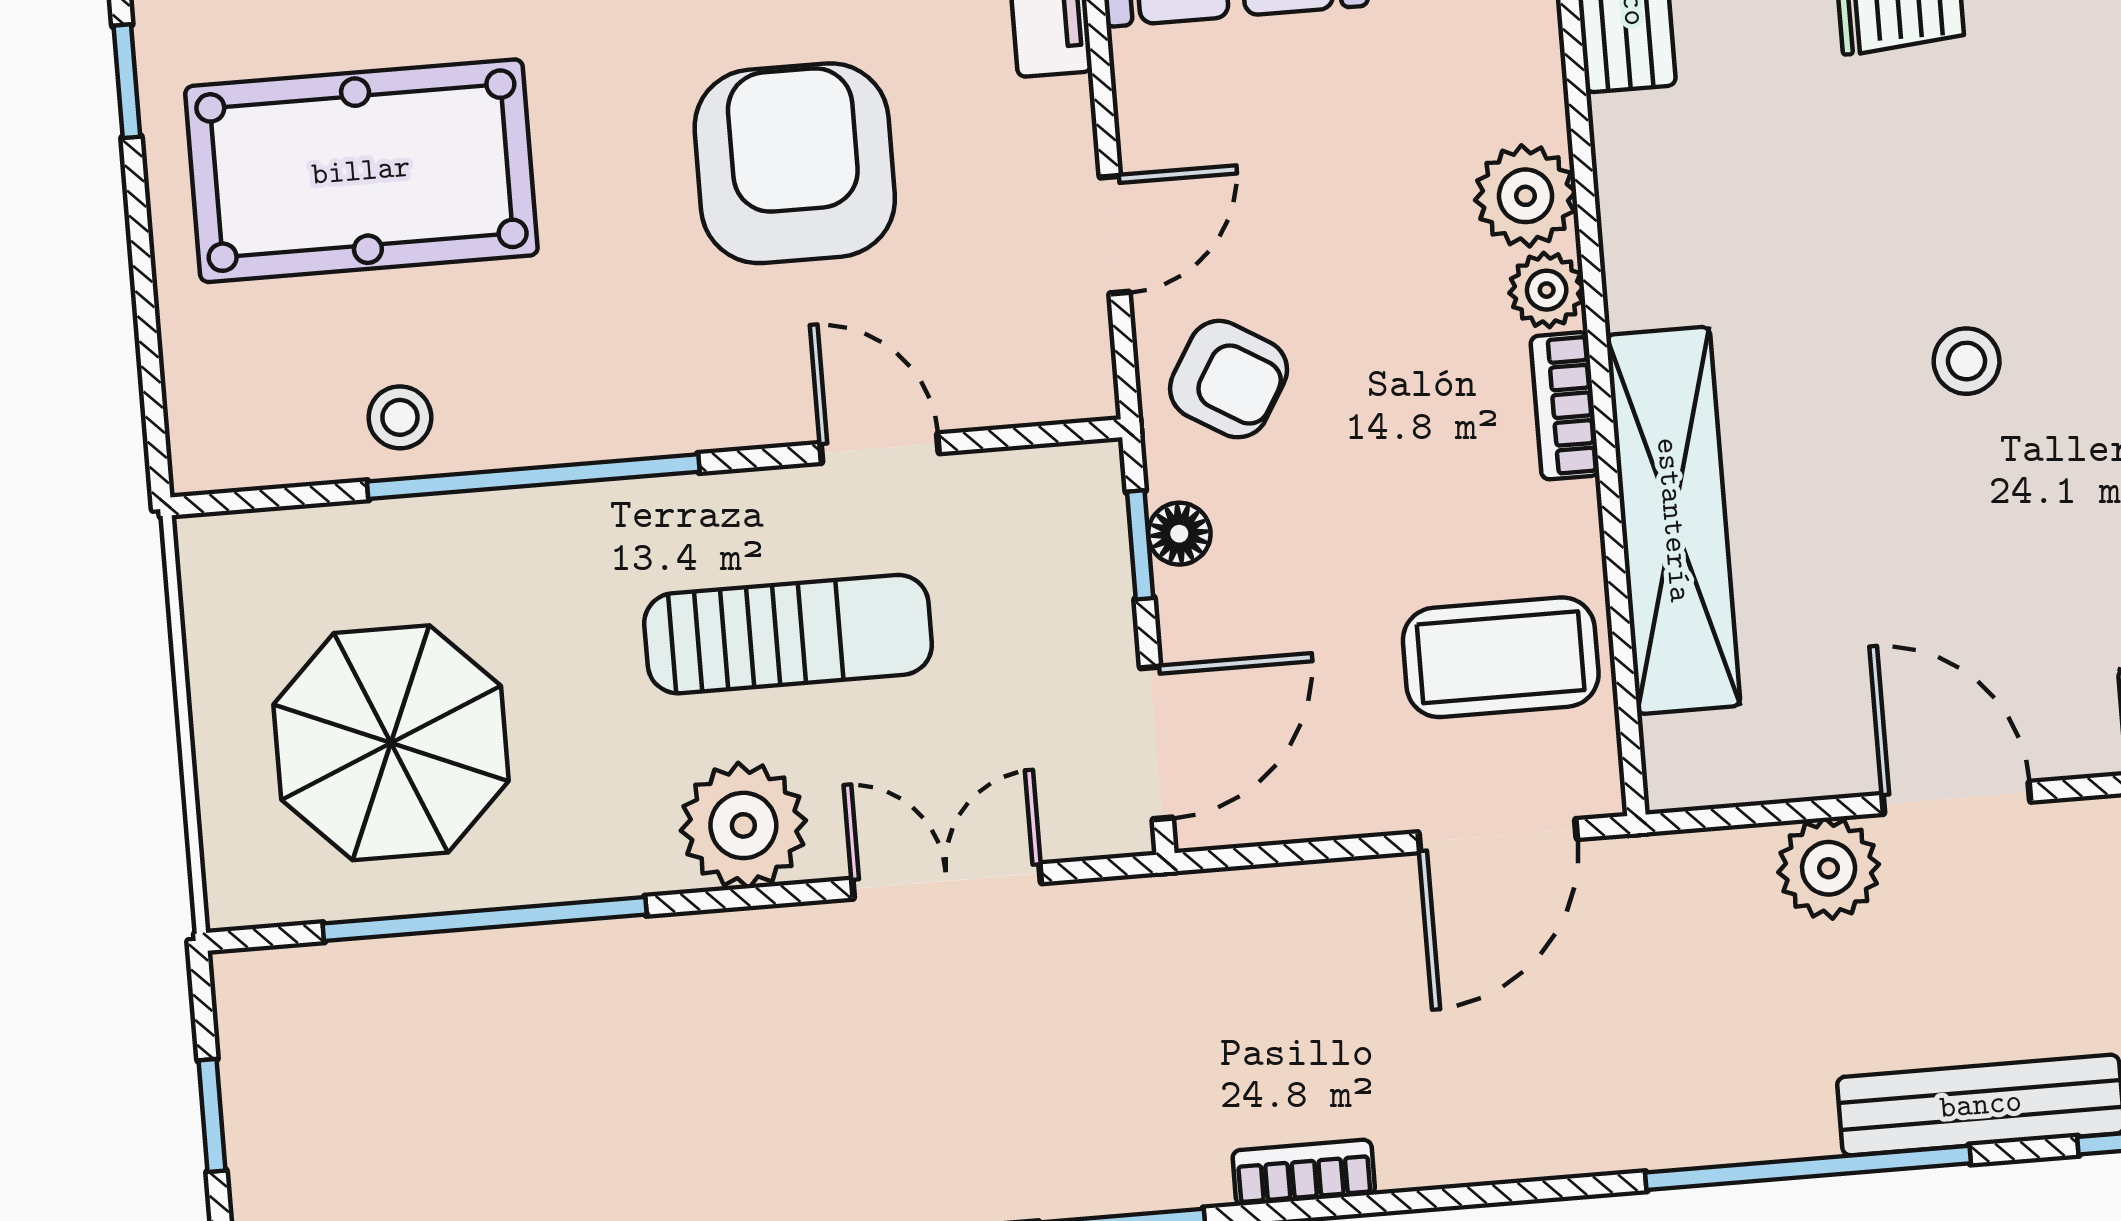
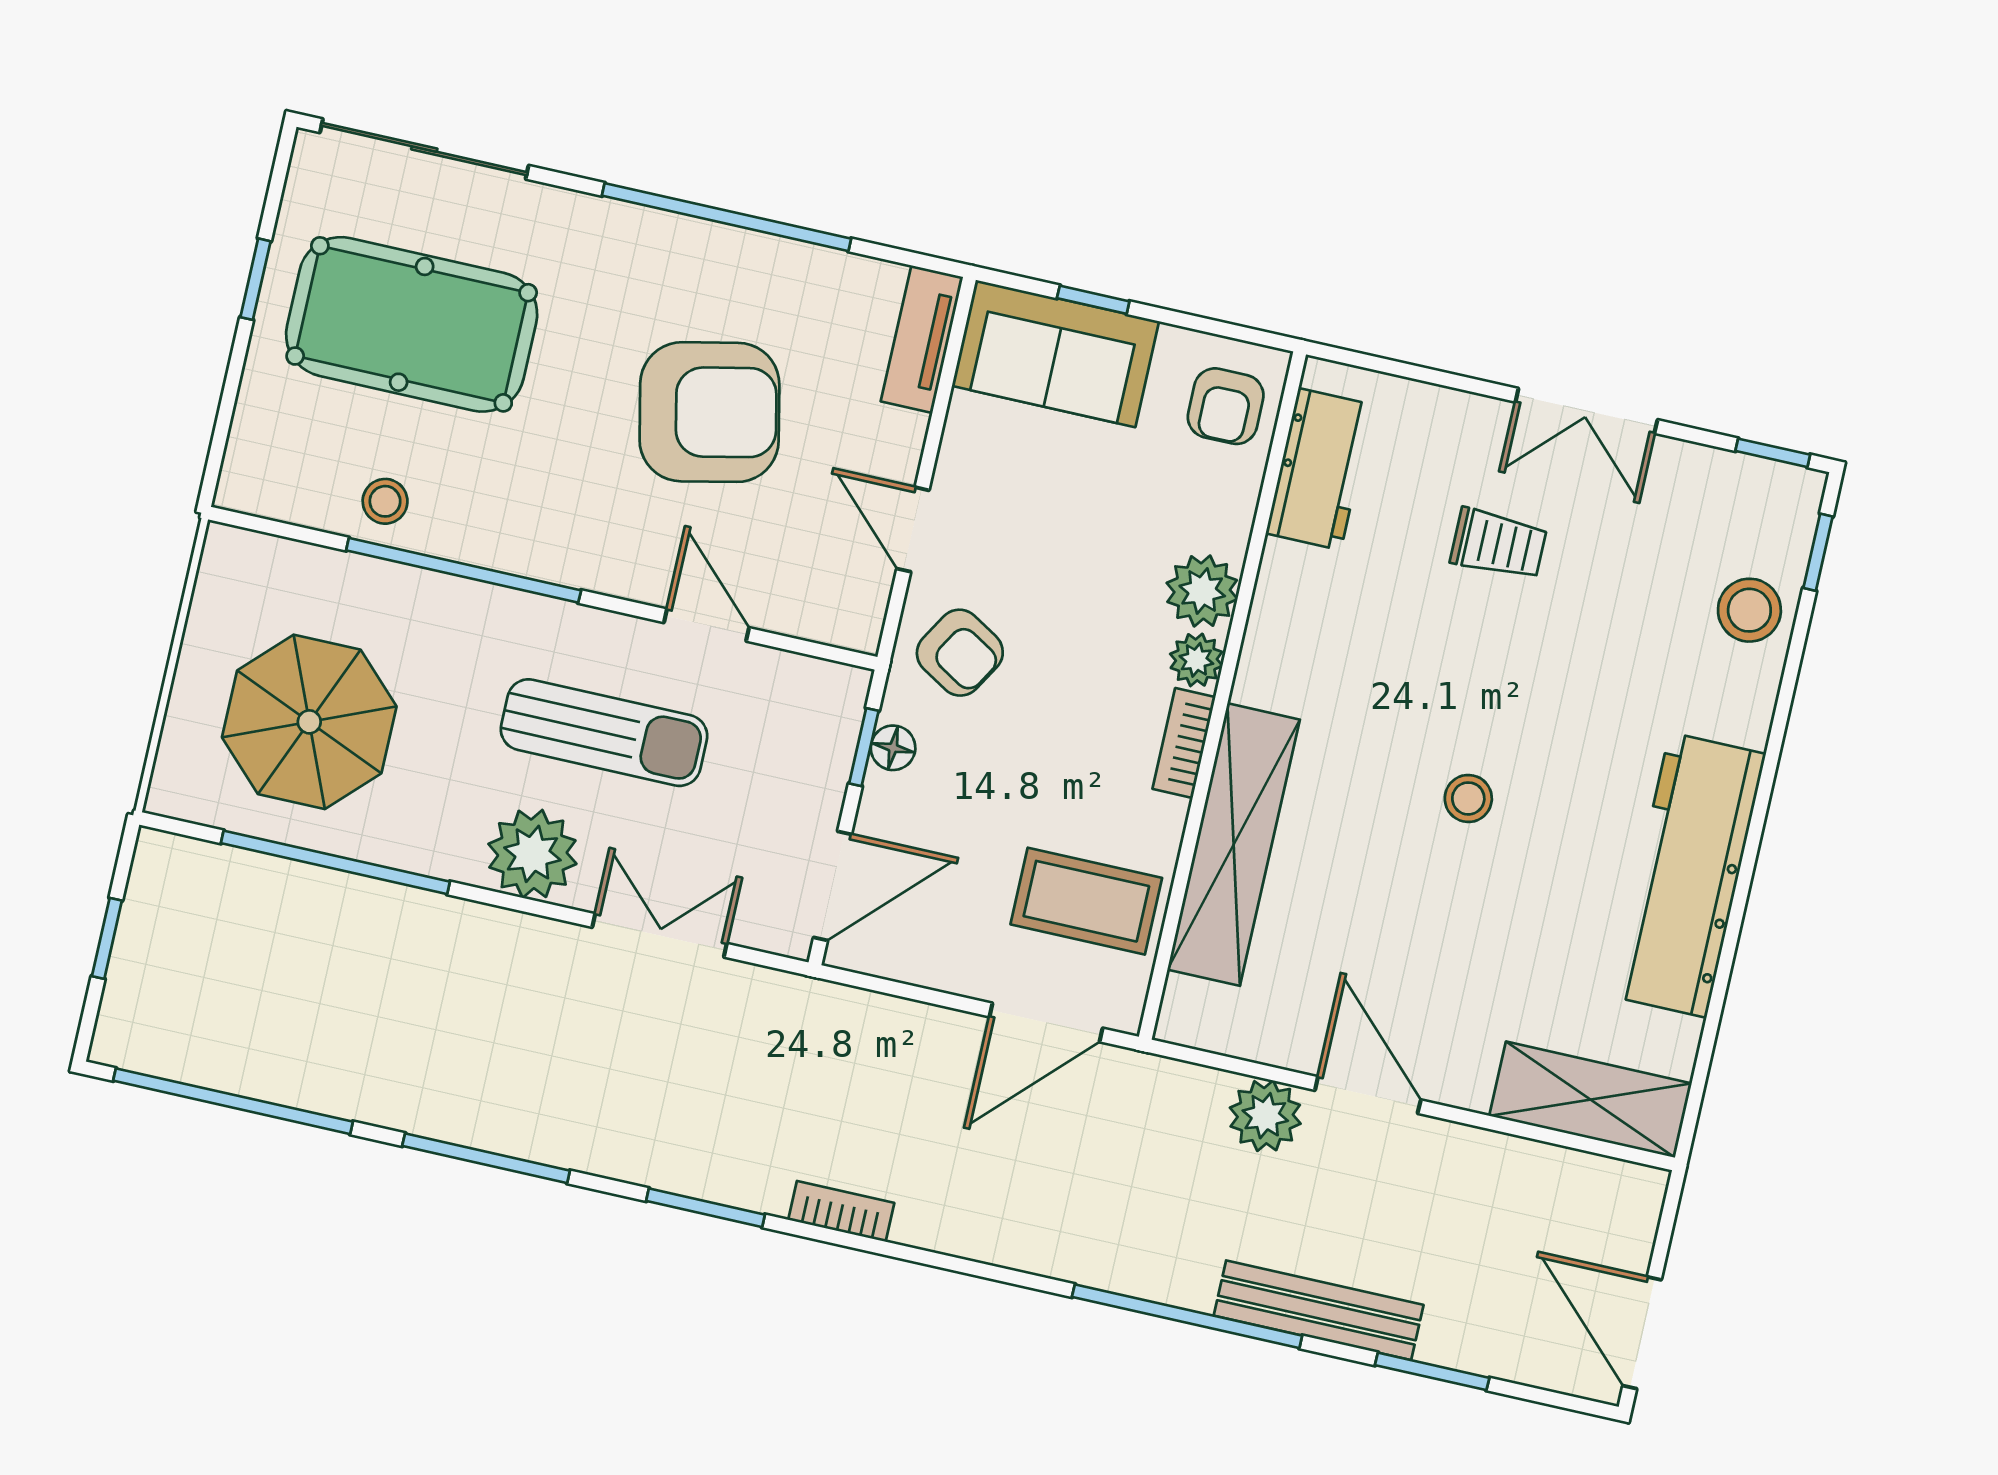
window: (127, 81) -> (255, 279), moved
armchair: (795, 163) -> (709, 412), turned 78
door: (1115, 235) -> (913, 529), swing flipped

